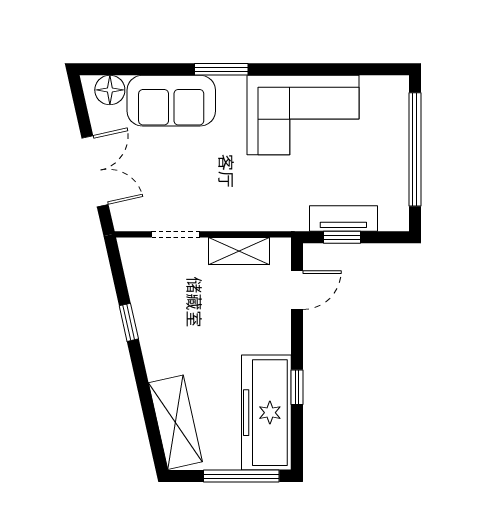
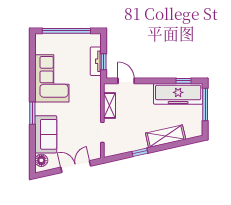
window: (297, 387) -> (183, 81), moved
shelving: (175, 422) -> (166, 136), moved

